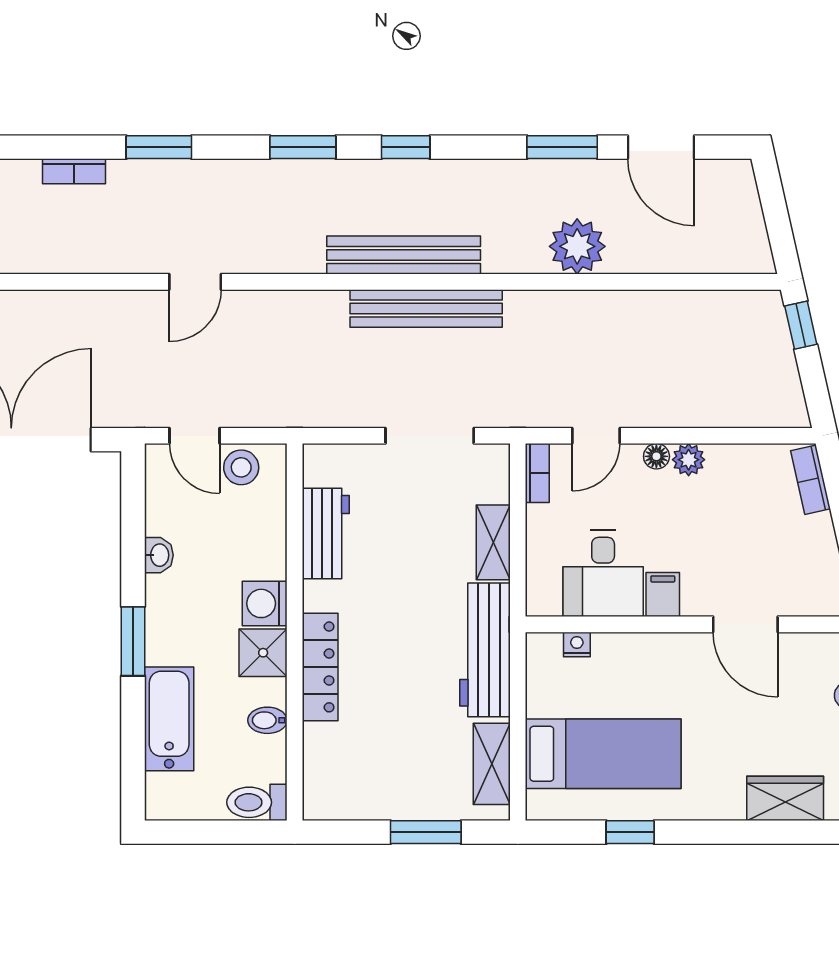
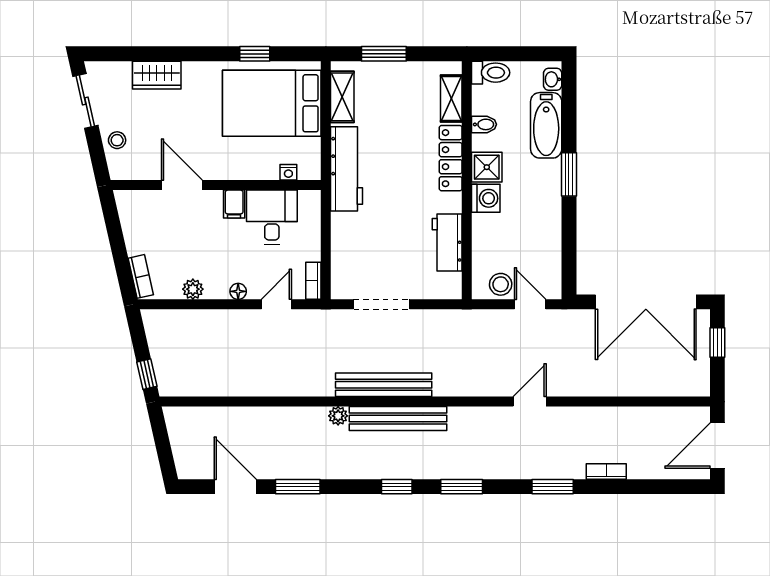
plant: (577, 246) -> (338, 416), moved, width x0.53, depth x0.53
plant: (689, 460) -> (193, 289), moved
shelving: (493, 542) -> (451, 98), moved
washbasin: (159, 555) -> (553, 79), moved
bed: (603, 754) -> (272, 103), width x1.50

